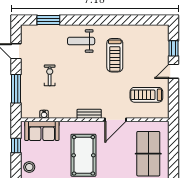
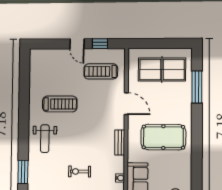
window: (173, 48) -> (100, 44), moved
treadmill: (146, 95) -> (101, 71), turned 90
bench: (89, 114) -> (120, 143), moved

